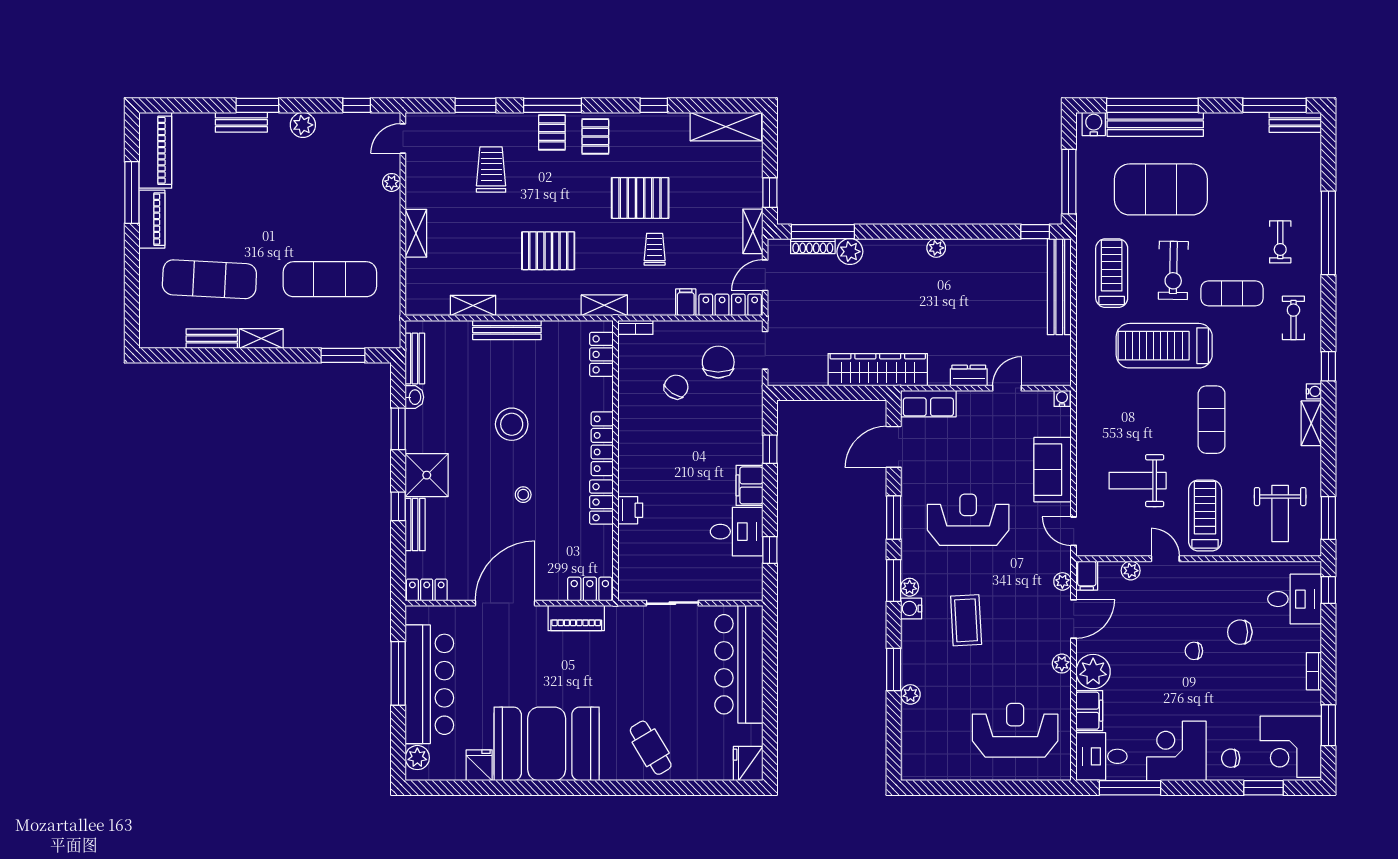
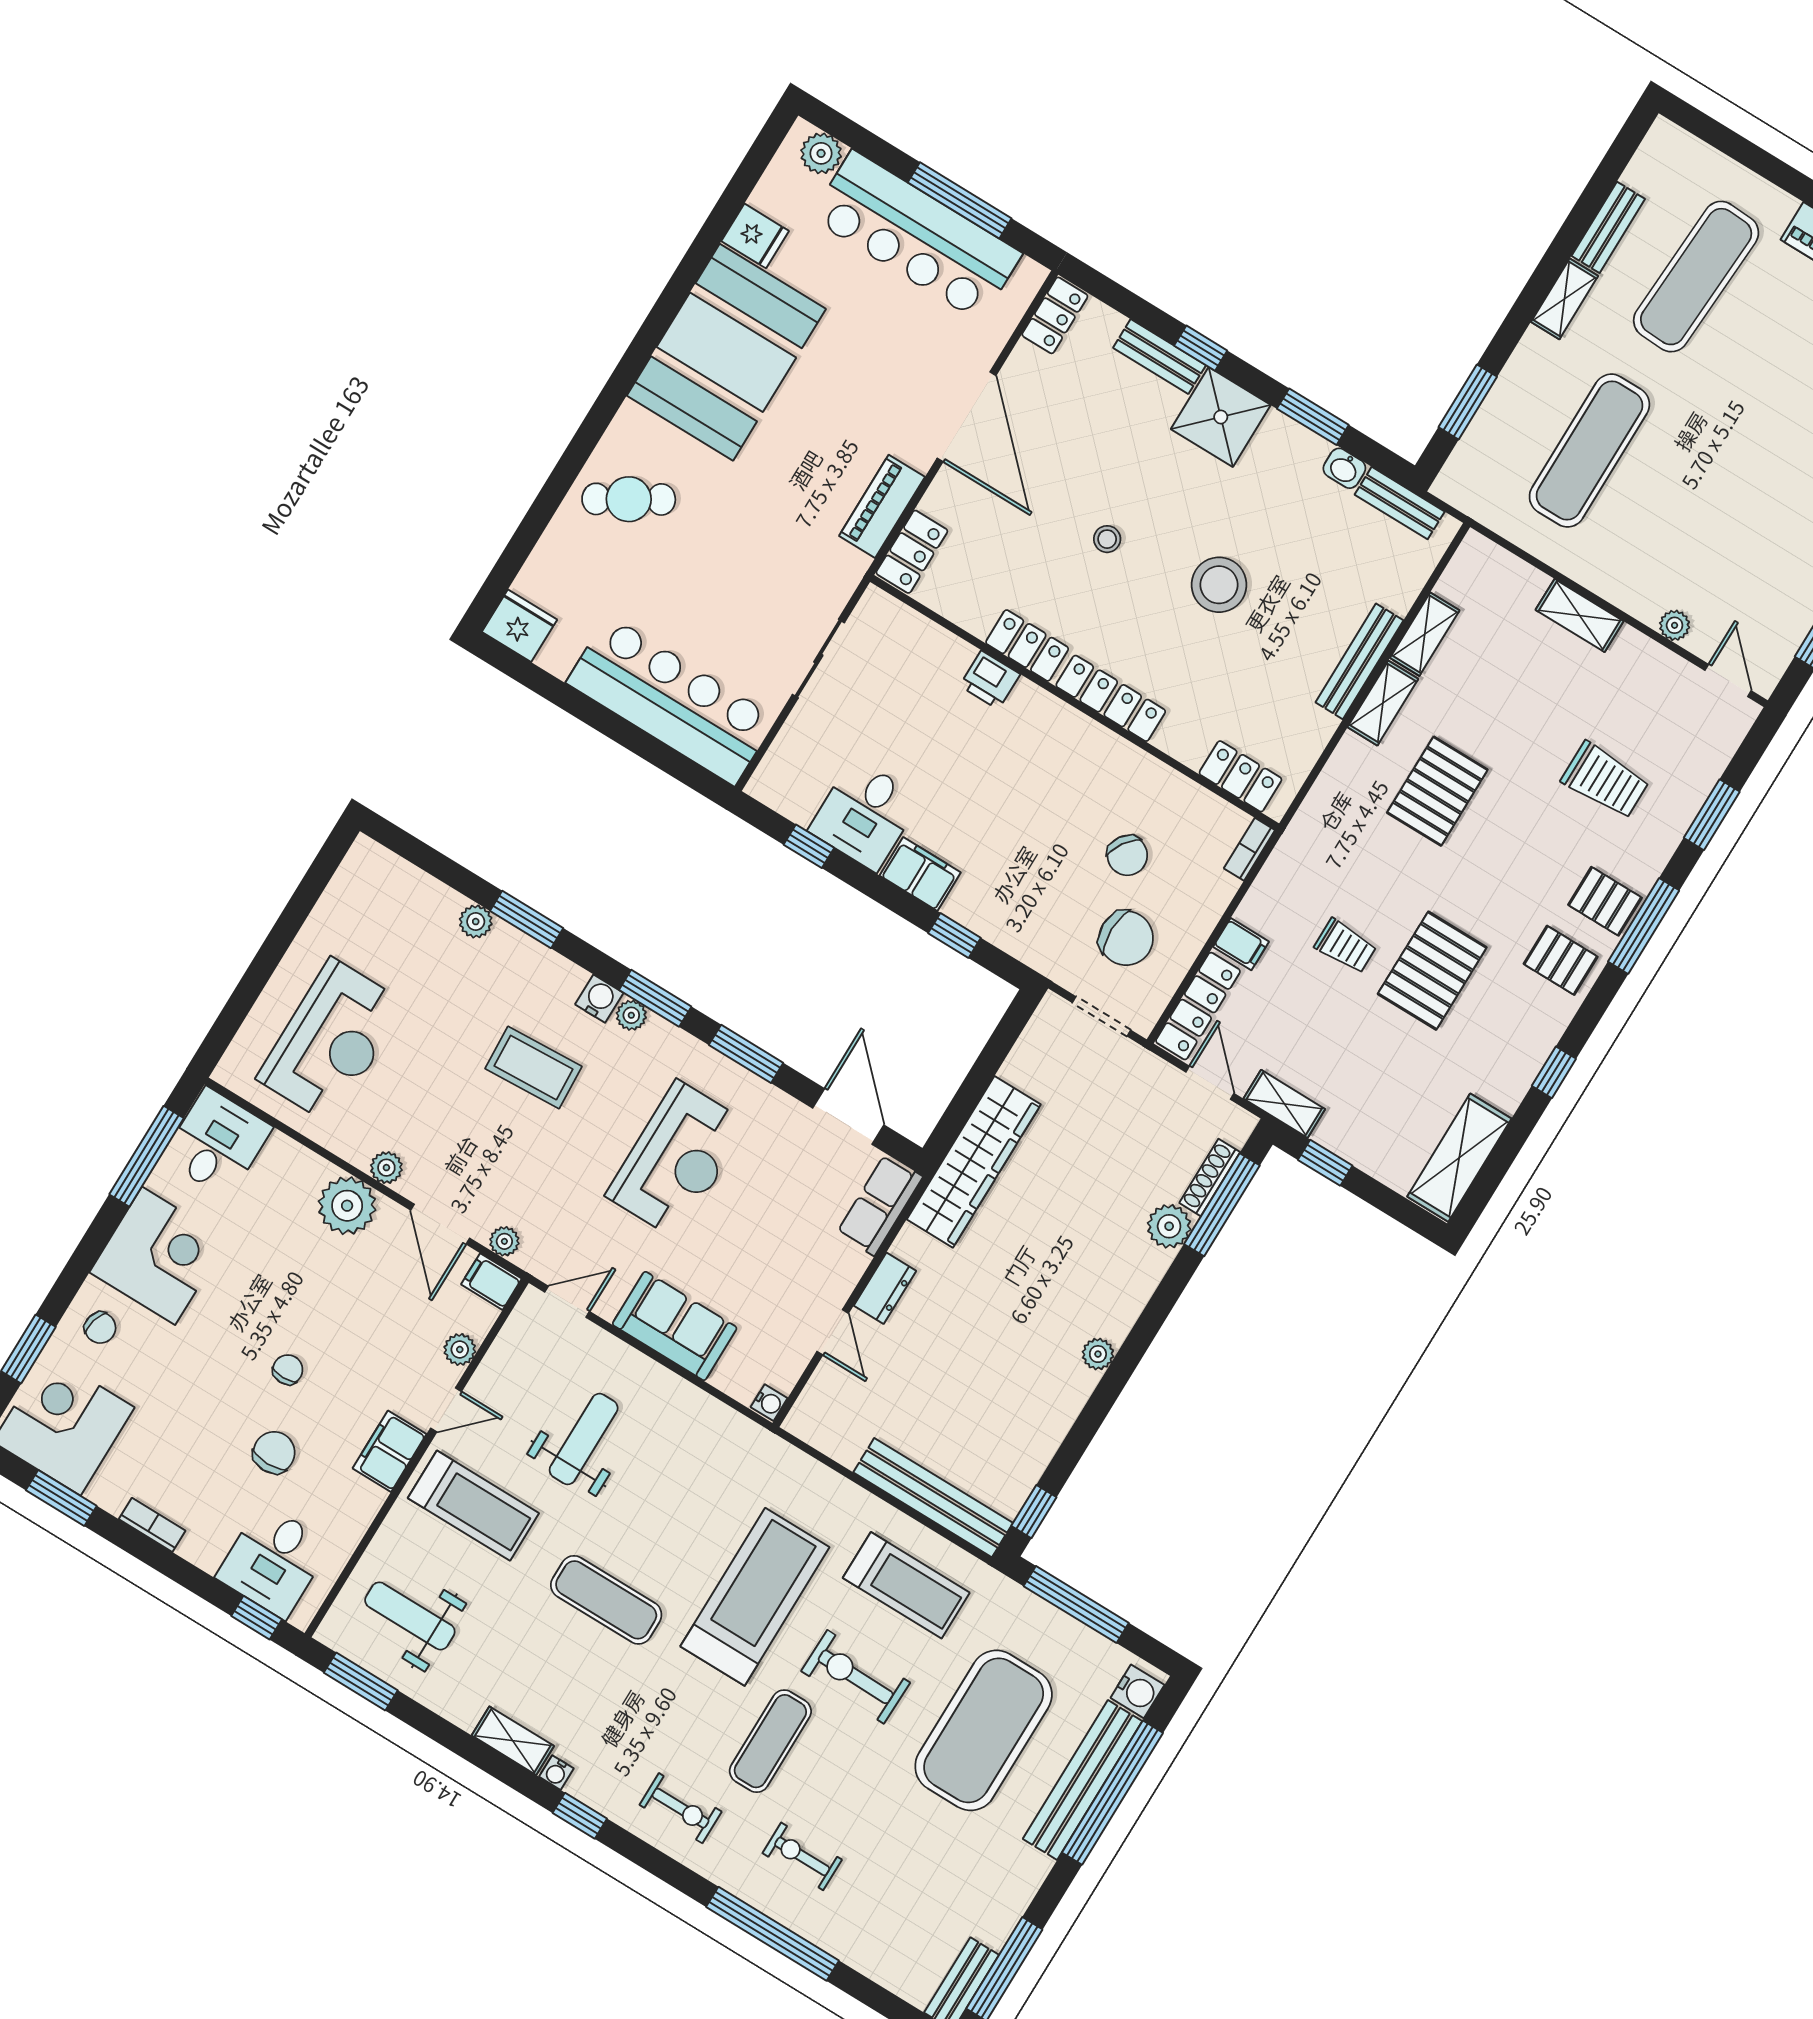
shelving: (604, 305) -> (1383, 703), moved
filing cabinet: (1089, 711) -> (390, 1451), moved, turned 90
chair: (1231, 758) -> (100, 1328), turned 105

